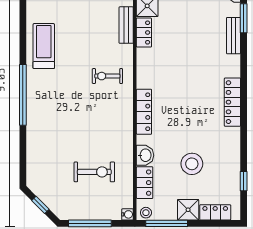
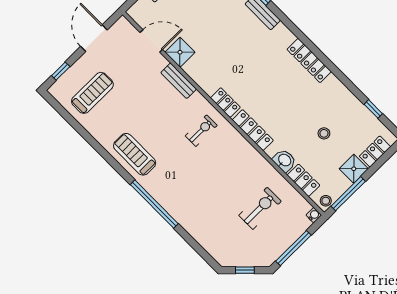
locker: (144, 33) -> (225, 103), moved
exercise bike: (107, 76) -> (201, 131), turned 180
stool: (192, 164) -> (324, 133), width x0.53, depth x0.53

